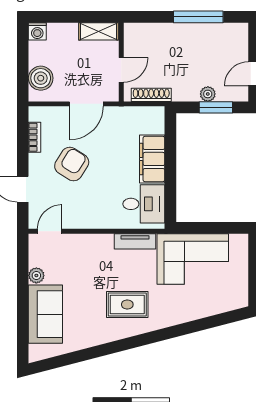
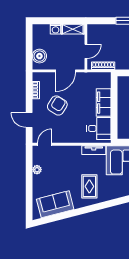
washing machine: (37, 31) -> (56, 29), moved
rug: (127, 304) -> (89, 186), turned 90
sofa: (45, 314) -> (55, 204), moved, turned -105

